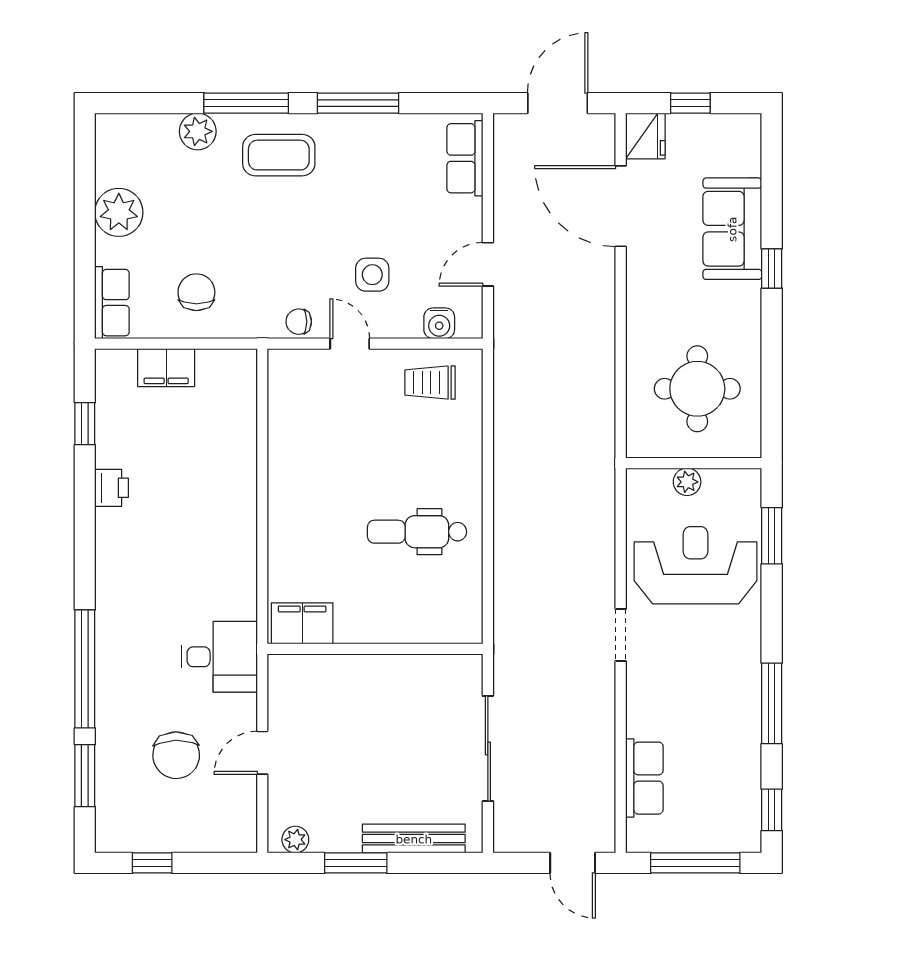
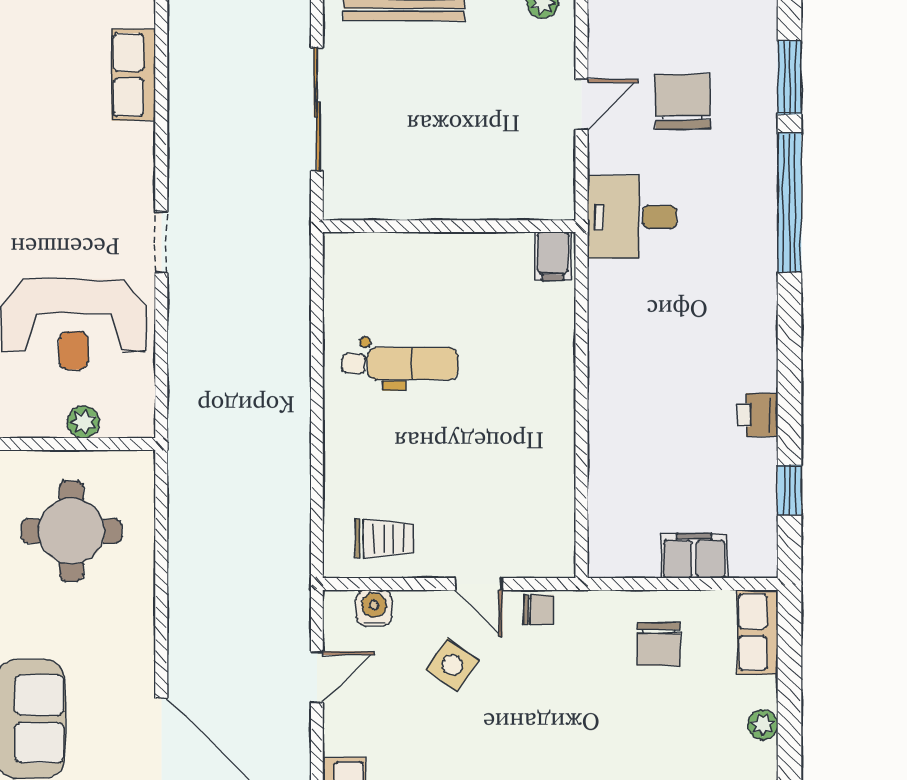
plant: (119, 212) -> (763, 725), width x0.53, depth x0.53
side table: (372, 275) -> (452, 665), turned 35
filing cabinet: (302, 623) -> (553, 256), width x0.50

